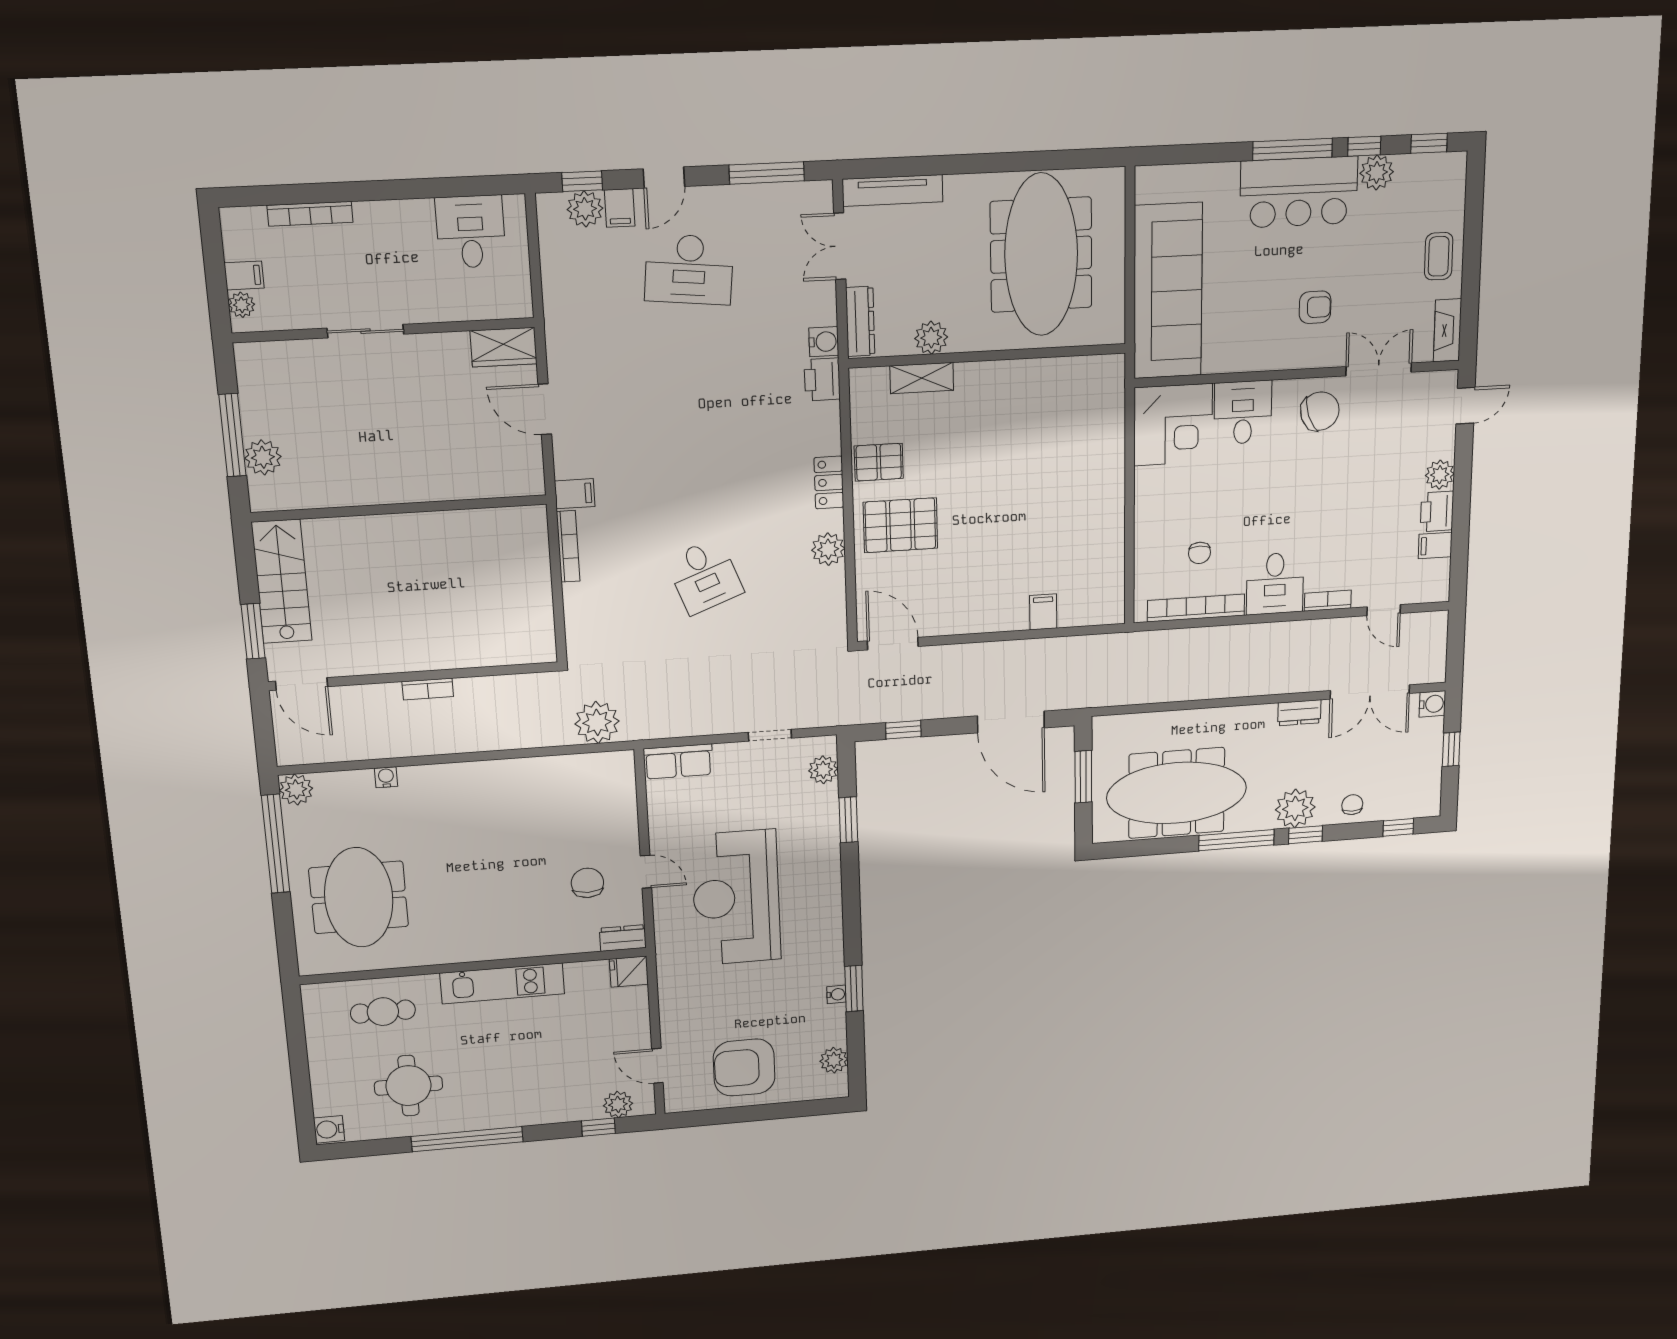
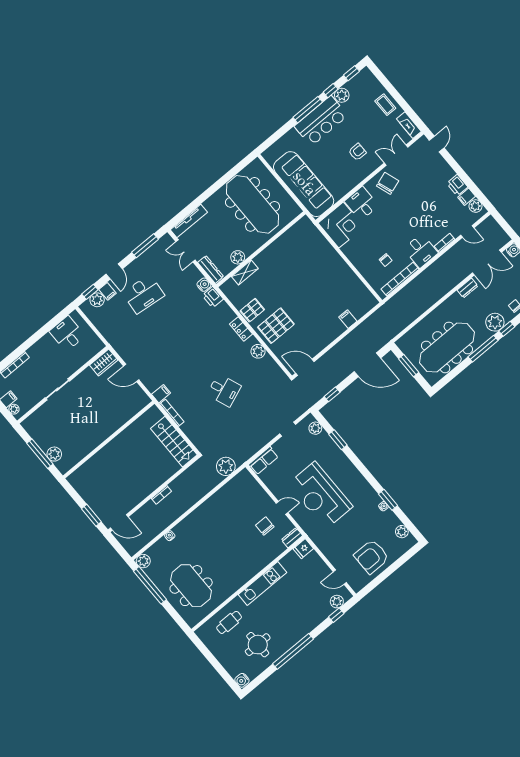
plant: (1440, 475) -> (475, 206), moved
stairs: (282, 581) -> (174, 442), moved, turned 180

